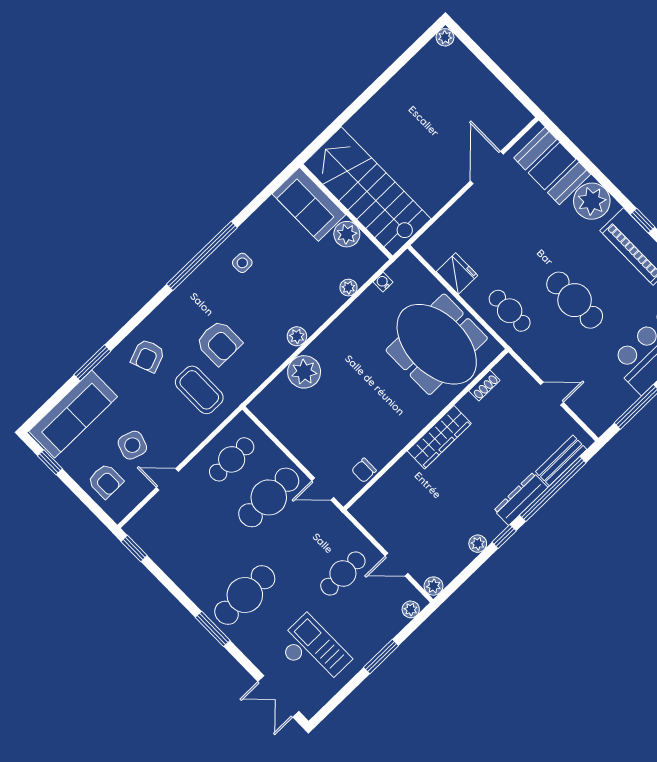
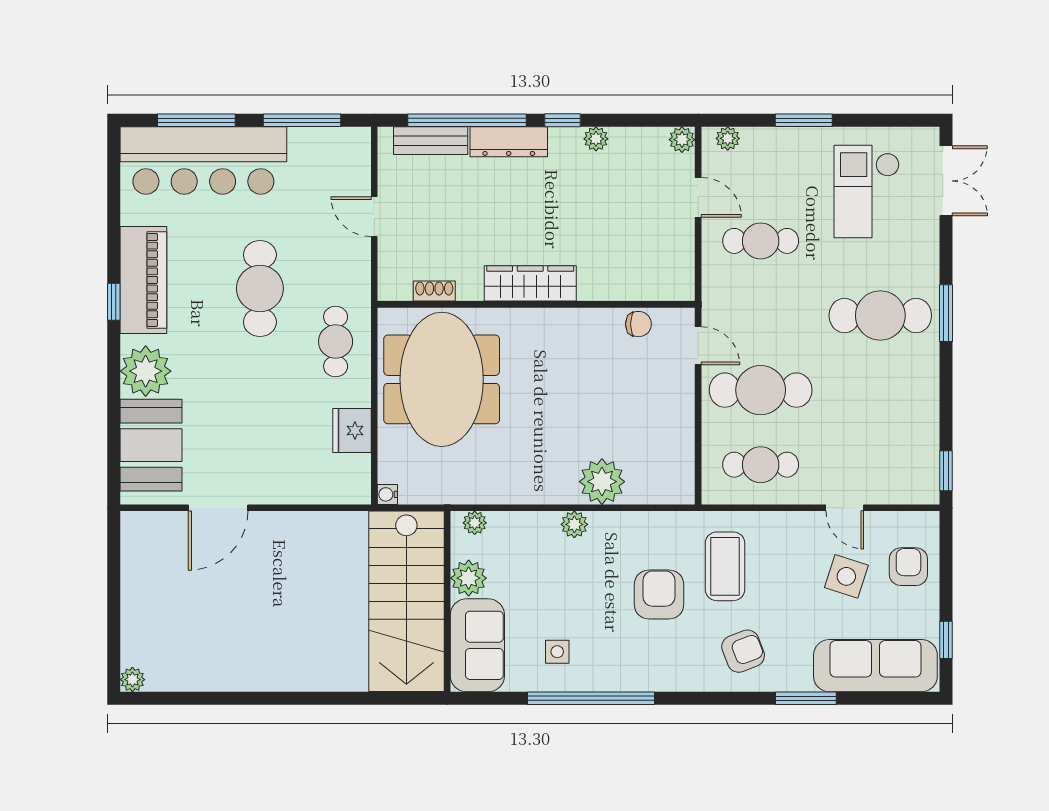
stairs: (367, 191) -> (406, 601), moved
sofa: (309, 204) -> (477, 645), moved
wall: (346, 212) -> (447, 601), moved
plant: (347, 234) -> (469, 578), moved
water cooler: (383, 282) -> (387, 494), moved, turned 90

